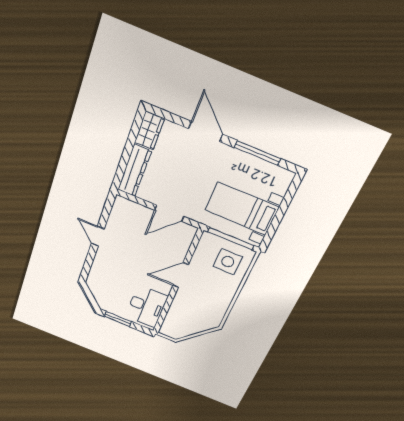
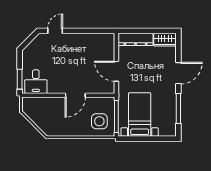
door: (98, 236) -> (55, 31), moved
door: (181, 275) -> (75, 95), swing flipped
desk: (147, 306) -> (36, 82), width x0.73
window: (118, 319) -> (20, 79), moved

